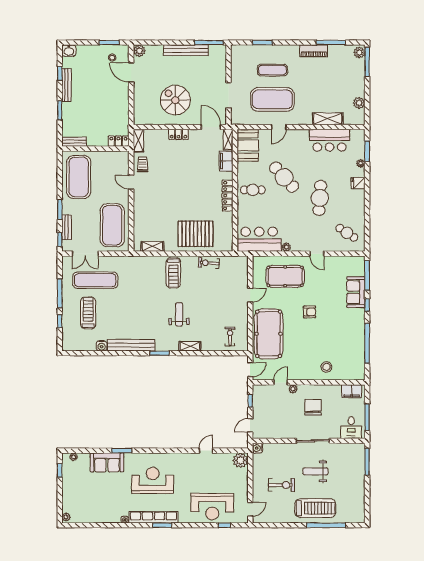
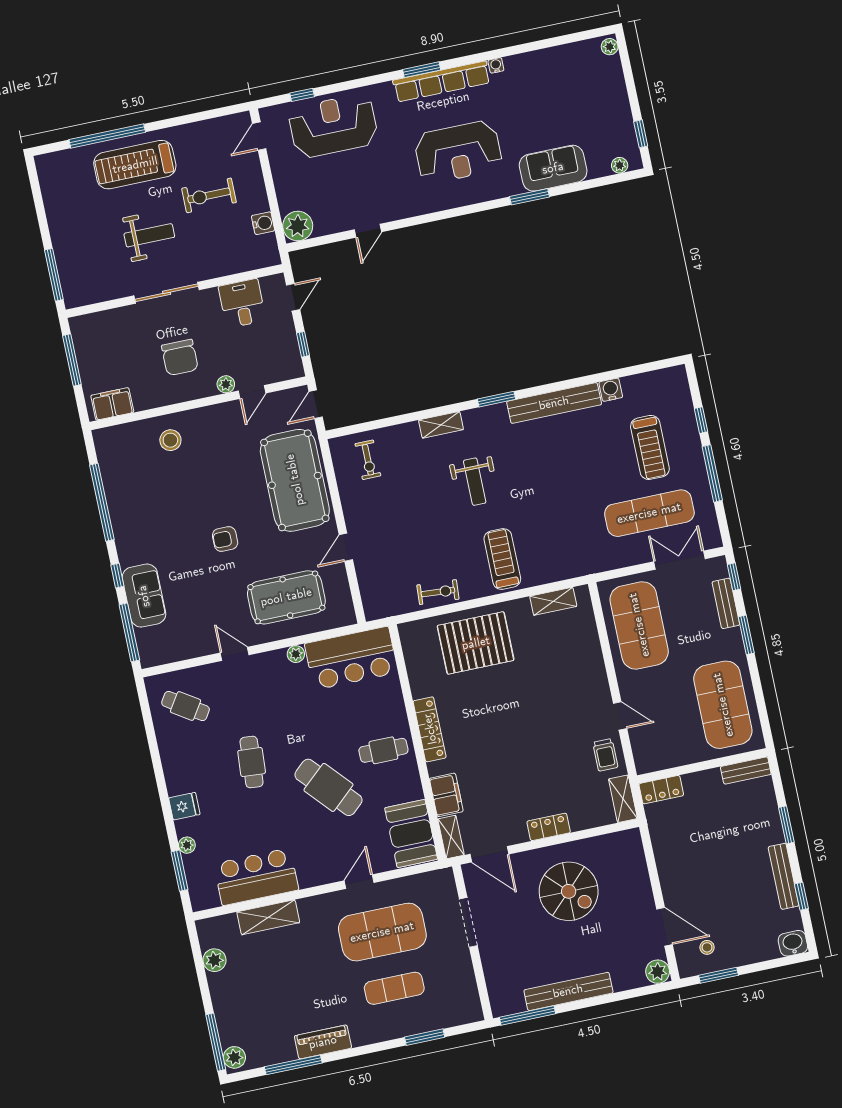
cafe table: (320, 198) -> (252, 762), width x0.73, depth x0.74
desk: (351, 428) -> (242, 303), moved
water cooler: (257, 448) -> (263, 223), moved

